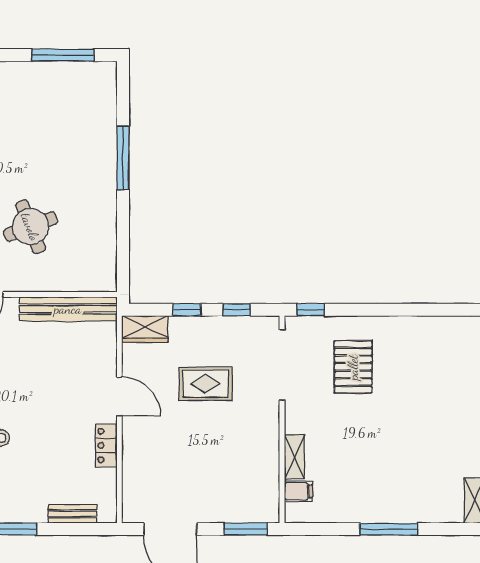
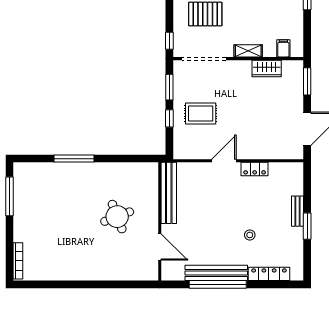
window: (237, 310) -> (169, 87), width x1.50
wardrobe: (145, 329) -> (267, 69), moved, turned 90
rug: (206, 384) -> (201, 114), moved, turned 90
shelving: (294, 457) -> (248, 51), moved
bench: (72, 514) -> (298, 211), moved

